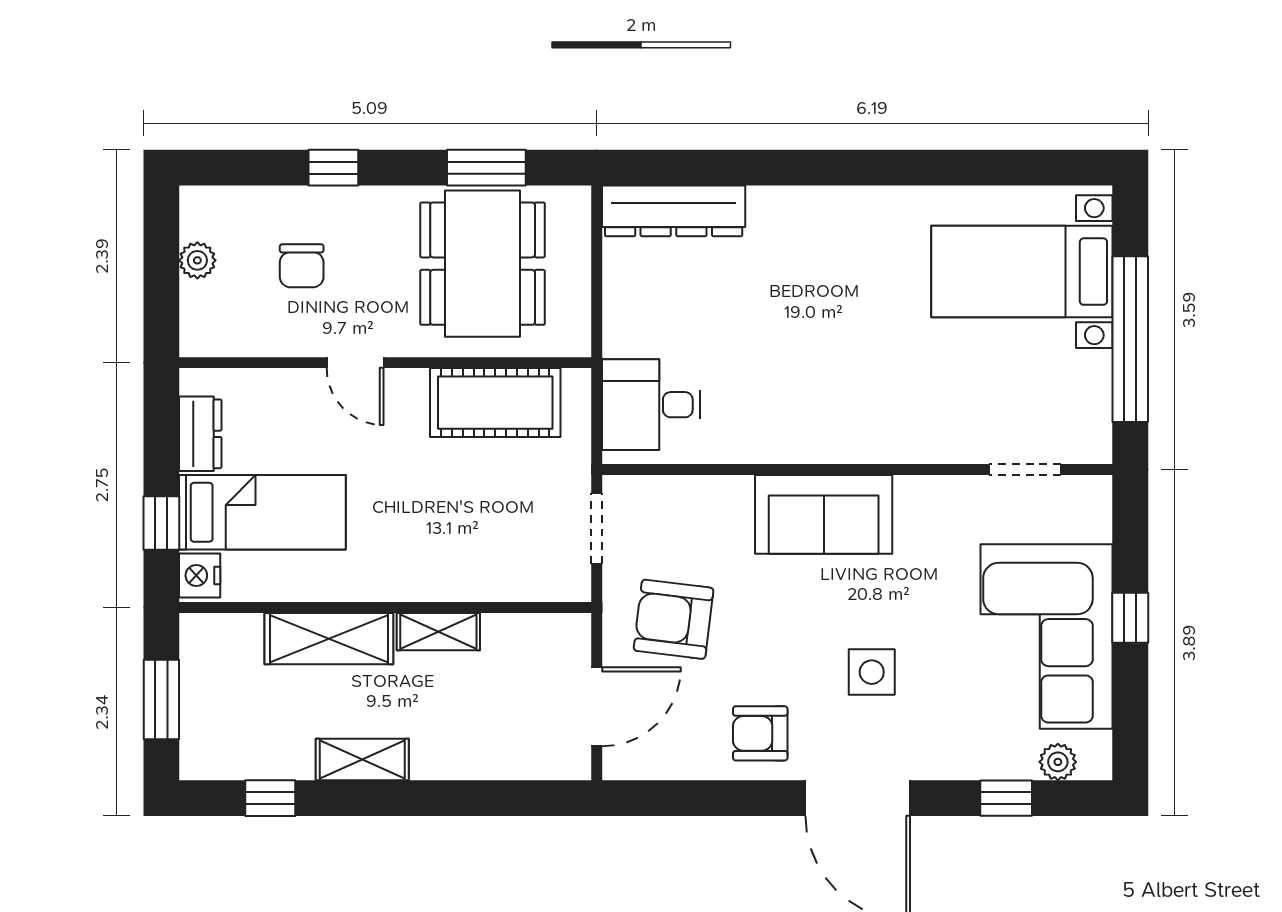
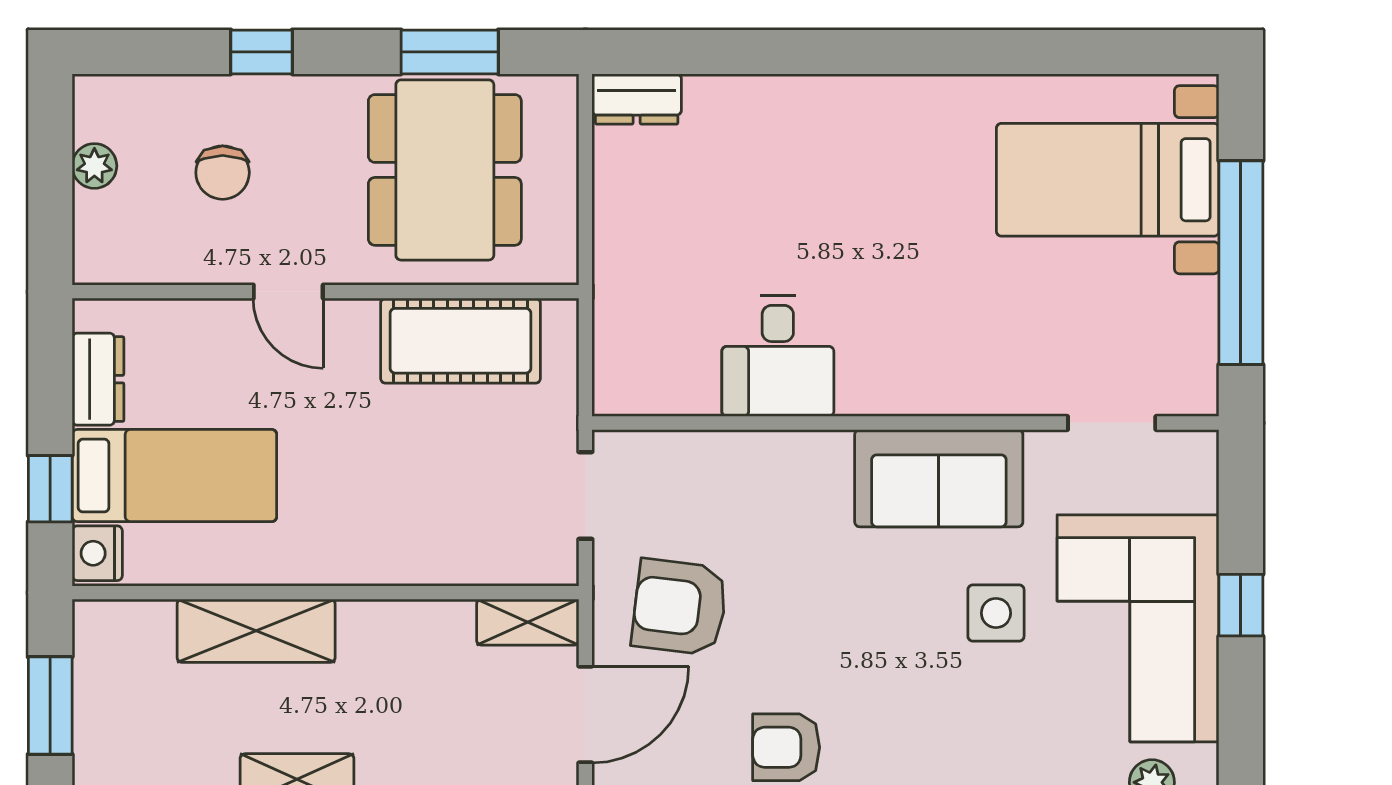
dresser: (674, 211) -> (637, 99), width x0.51, depth x0.80
desk: (651, 405) -> (778, 356), moved, turned -90
sofa: (824, 514) -> (939, 478), moved
shelving: (438, 632) -> (528, 622), moved
side table: (872, 672) -> (996, 613), moved

